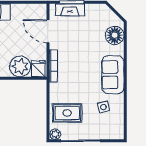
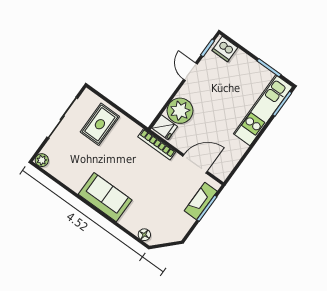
floor lamp: (115, 35) -> (144, 235), width x0.53, depth x0.53
side table: (103, 107) -> (80, 164), removed
plant: (55, 134) -> (42, 160), moved

